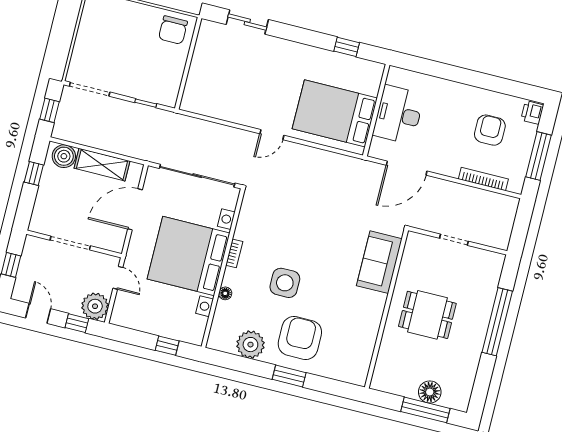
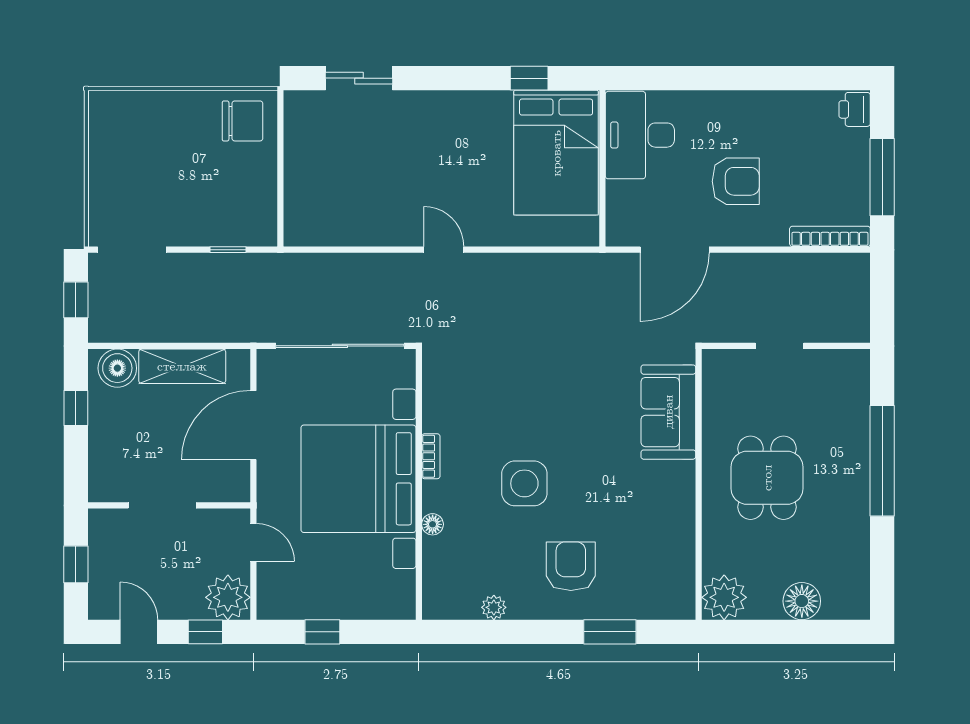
chair: (173, 30) -> (243, 121), turned -90
bed: (335, 113) -> (556, 153), moved, turned -90
desk: (398, 115) -> (640, 135), moved
armchair: (490, 130) -> (736, 181), moved, turned 90
door: (272, 135) -> (444, 250), swing flipped
bookcase: (483, 179) -> (830, 236), moved
dining table: (427, 315) -> (767, 478), turned 90
armchair: (300, 338) -> (571, 566), width x0.73, depth x0.73
plant: (250, 345) -> (494, 607), width x0.53, depth x0.53
window: (167, 346) -> (322, 632), moved
window: (289, 376) -> (610, 632), moved
plant: (385, 378) -> (724, 597), added
window: (425, 410) -> (802, 632), removed

